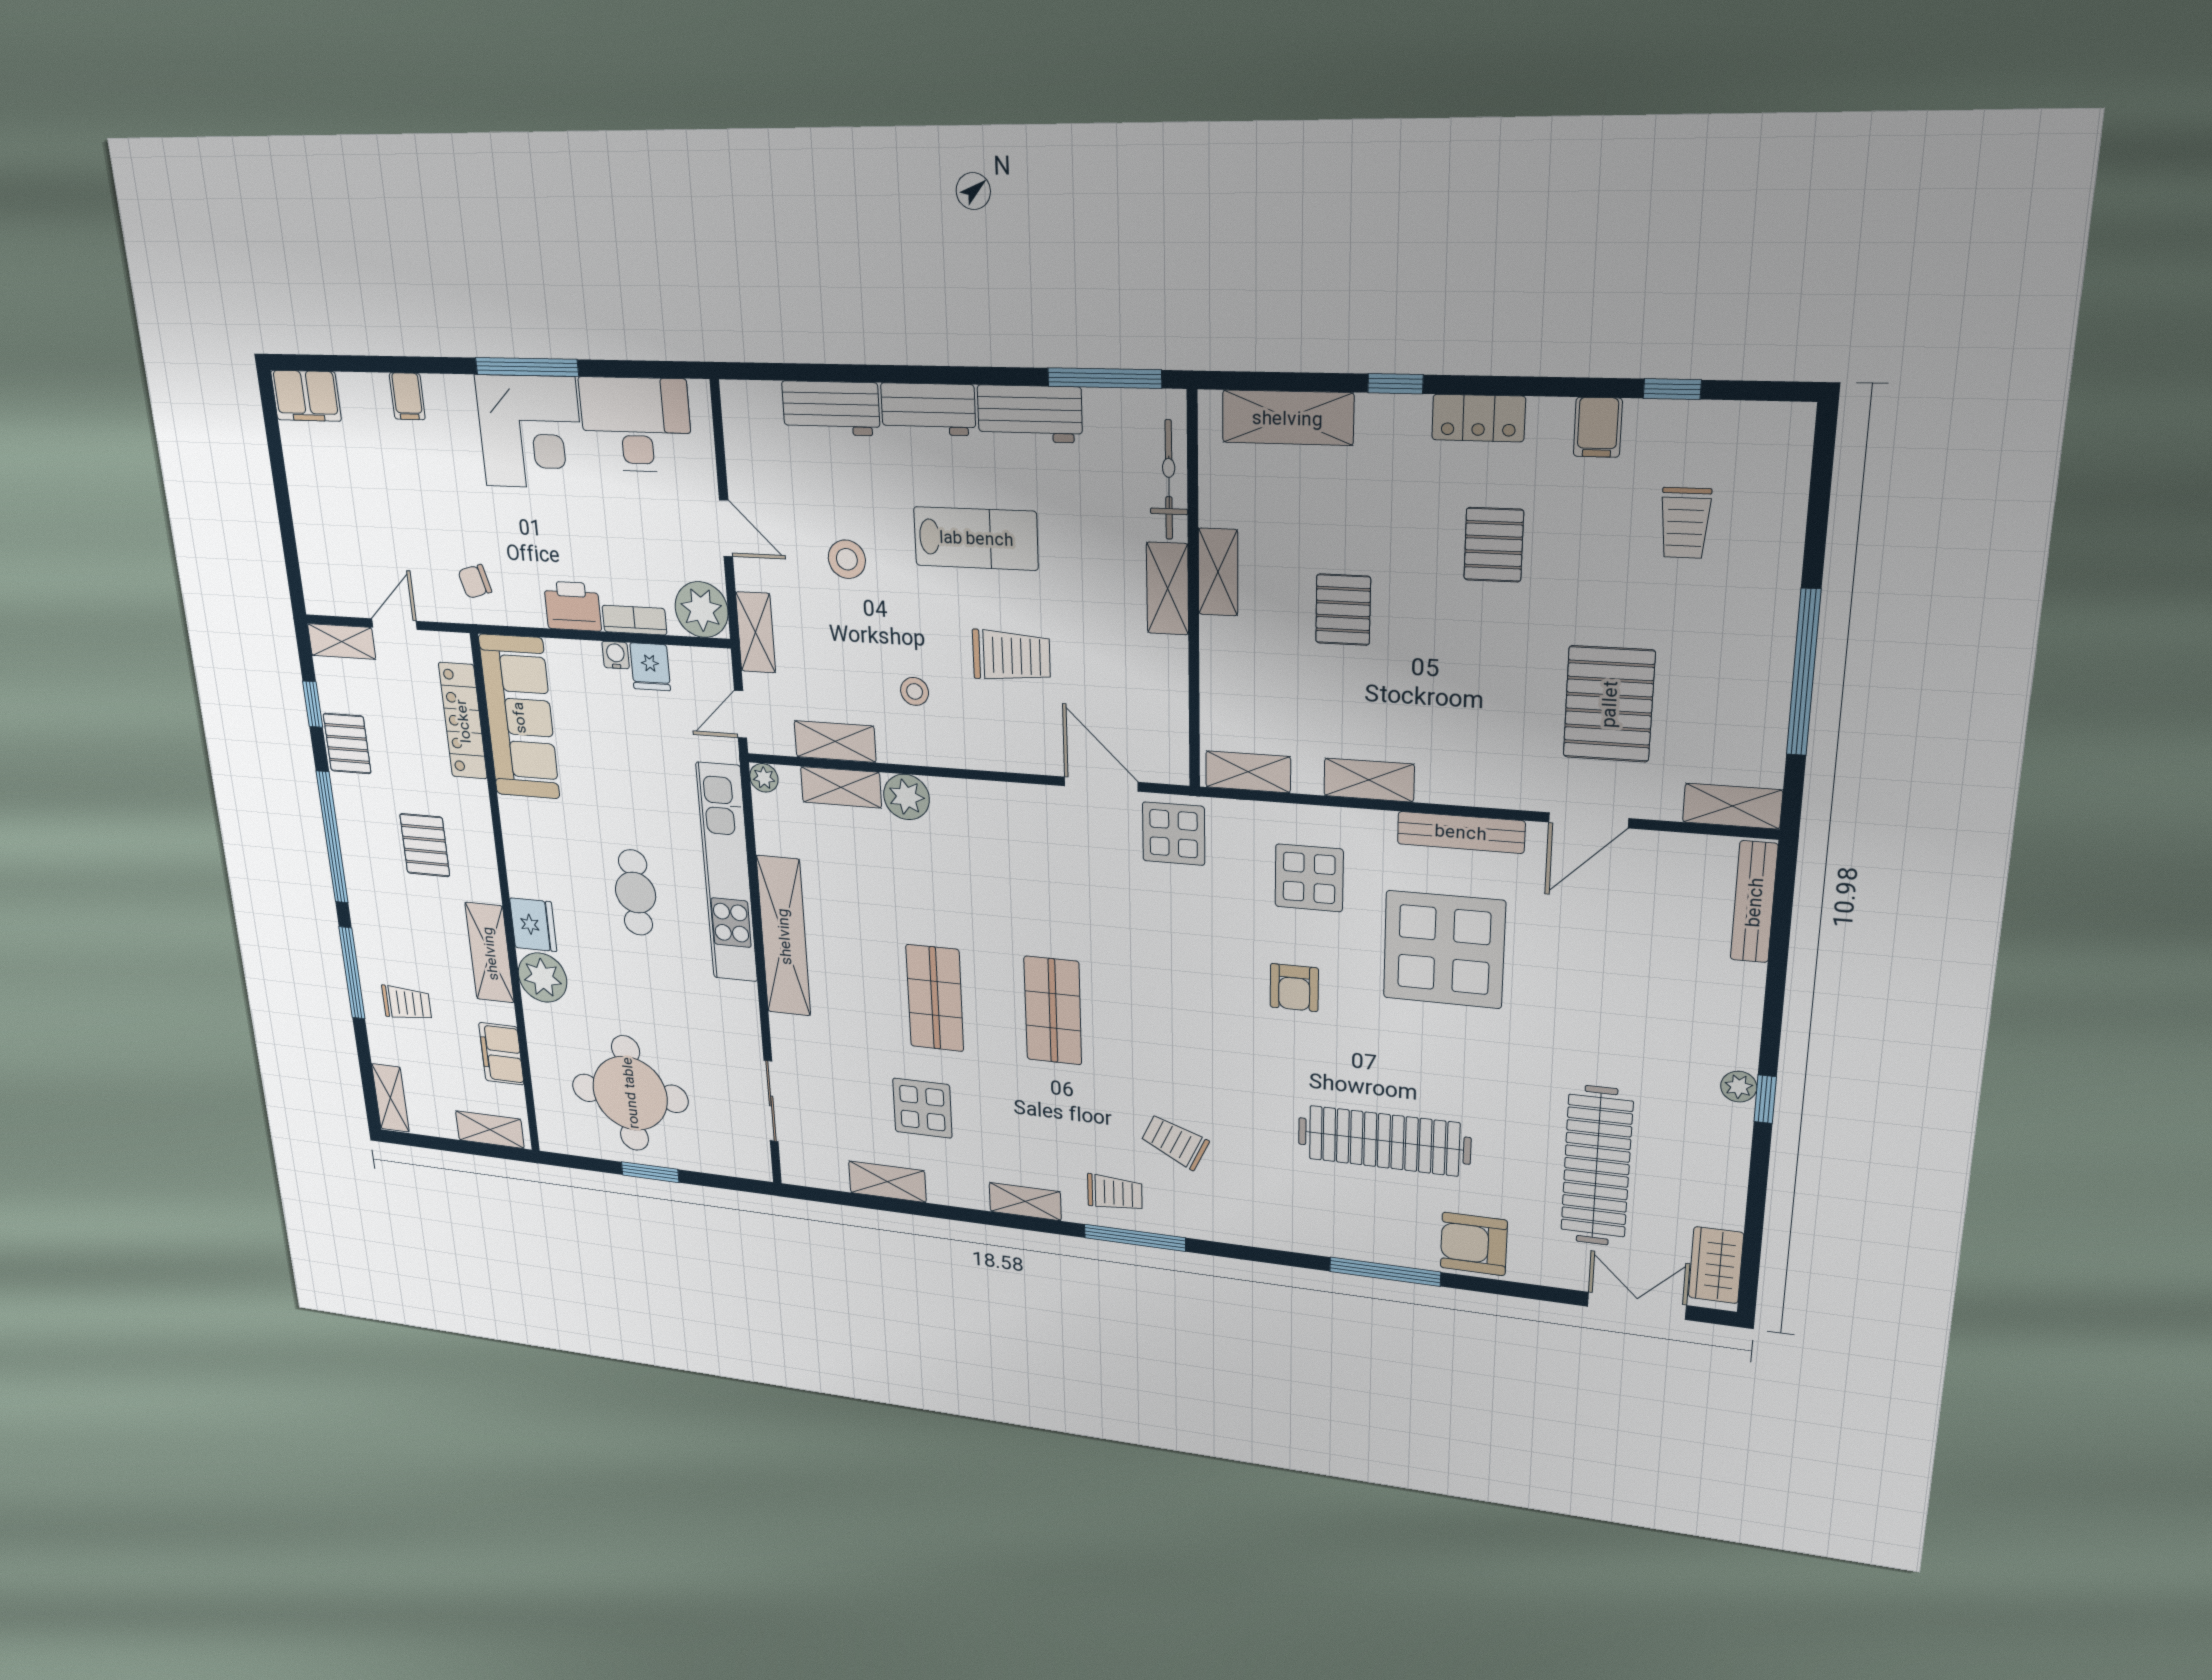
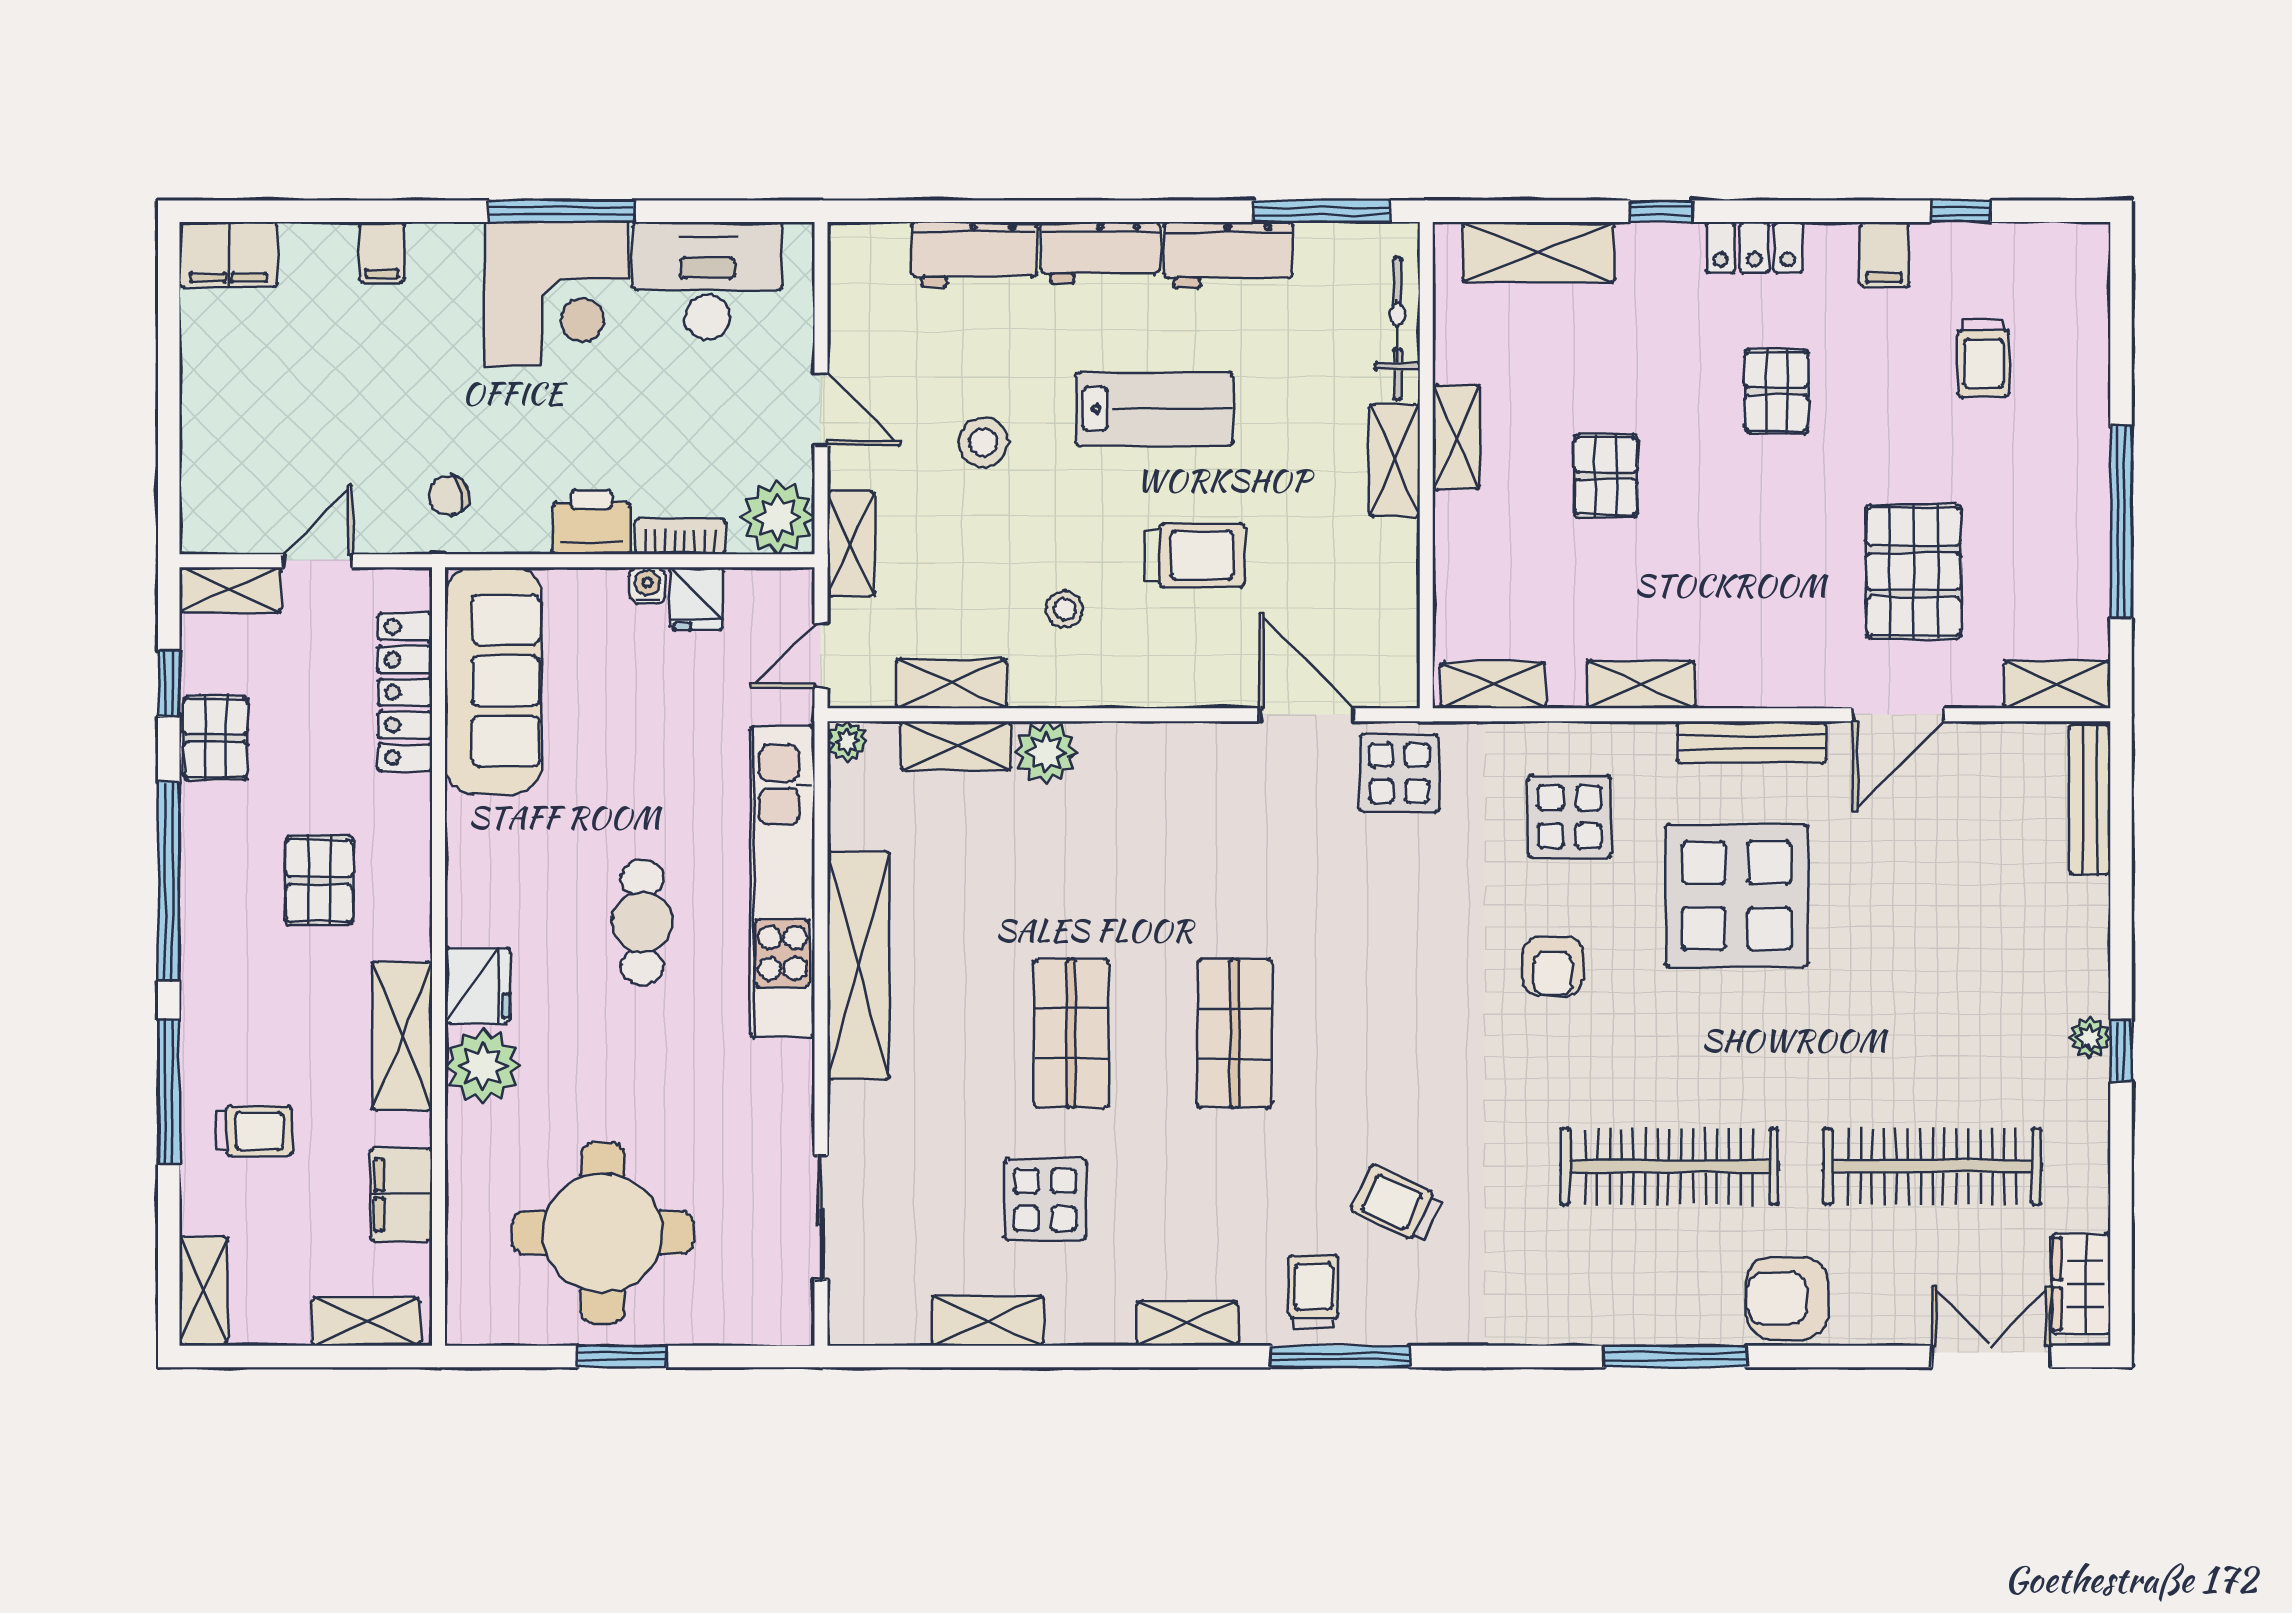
clothes rail: (1597, 1166) -> (1932, 1166), turned 90
trolley: (1115, 1193) -> (1314, 1292), turned -90

